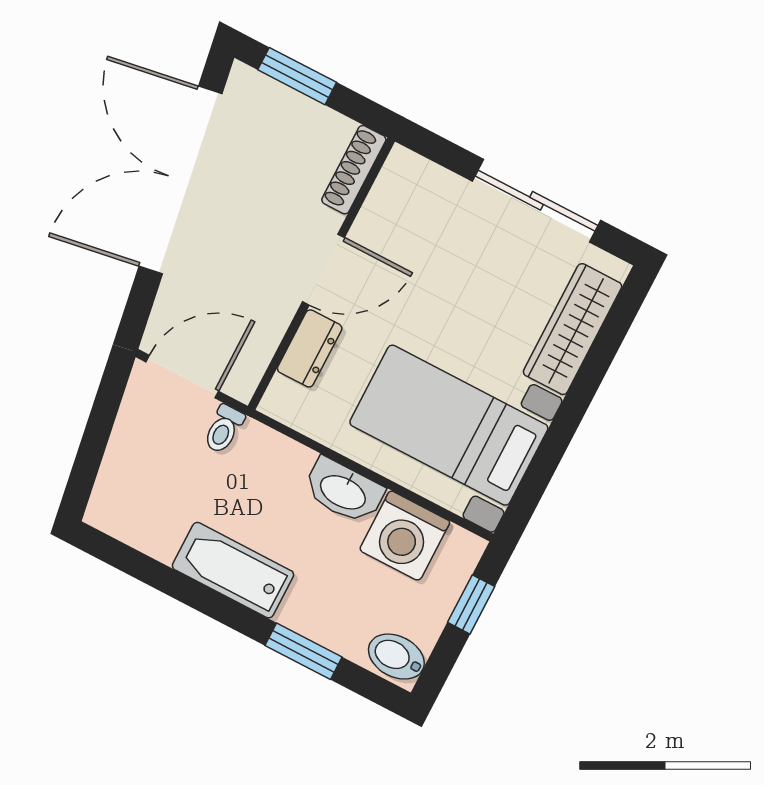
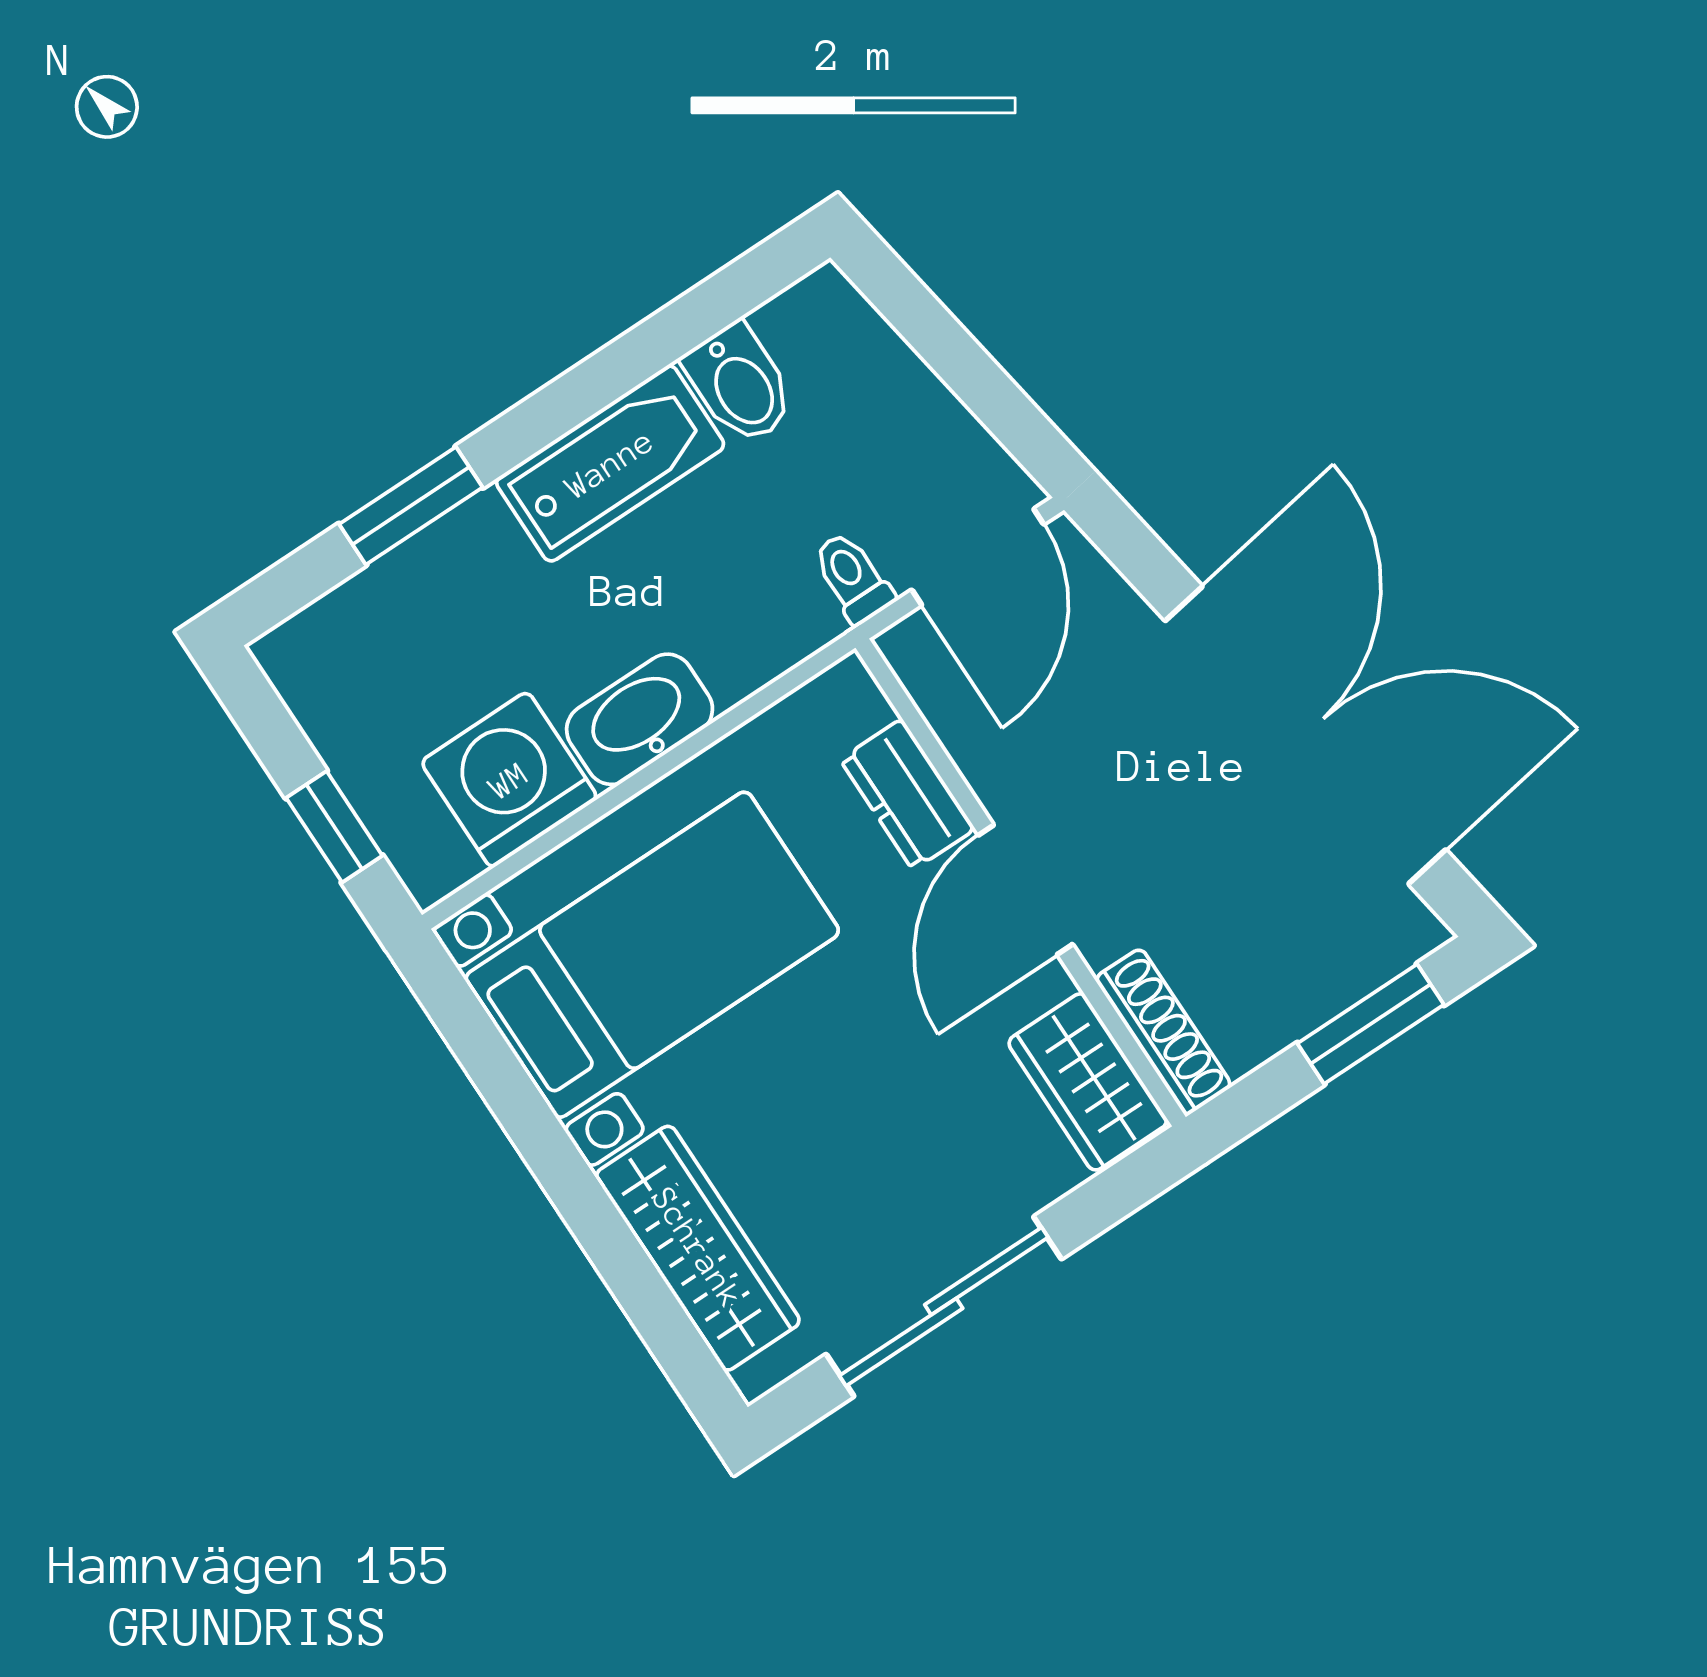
wardrobe: (396, 192) -> (1088, 1082), added
bidet: (396, 657) -> (740, 384), moved, turned 90

